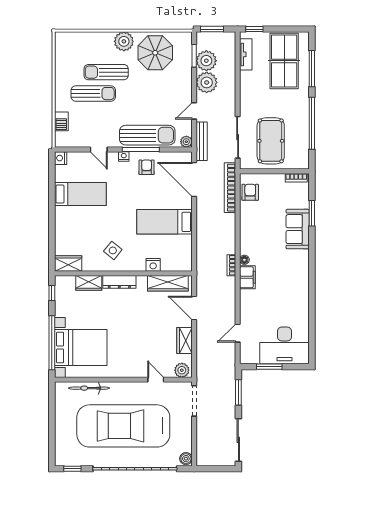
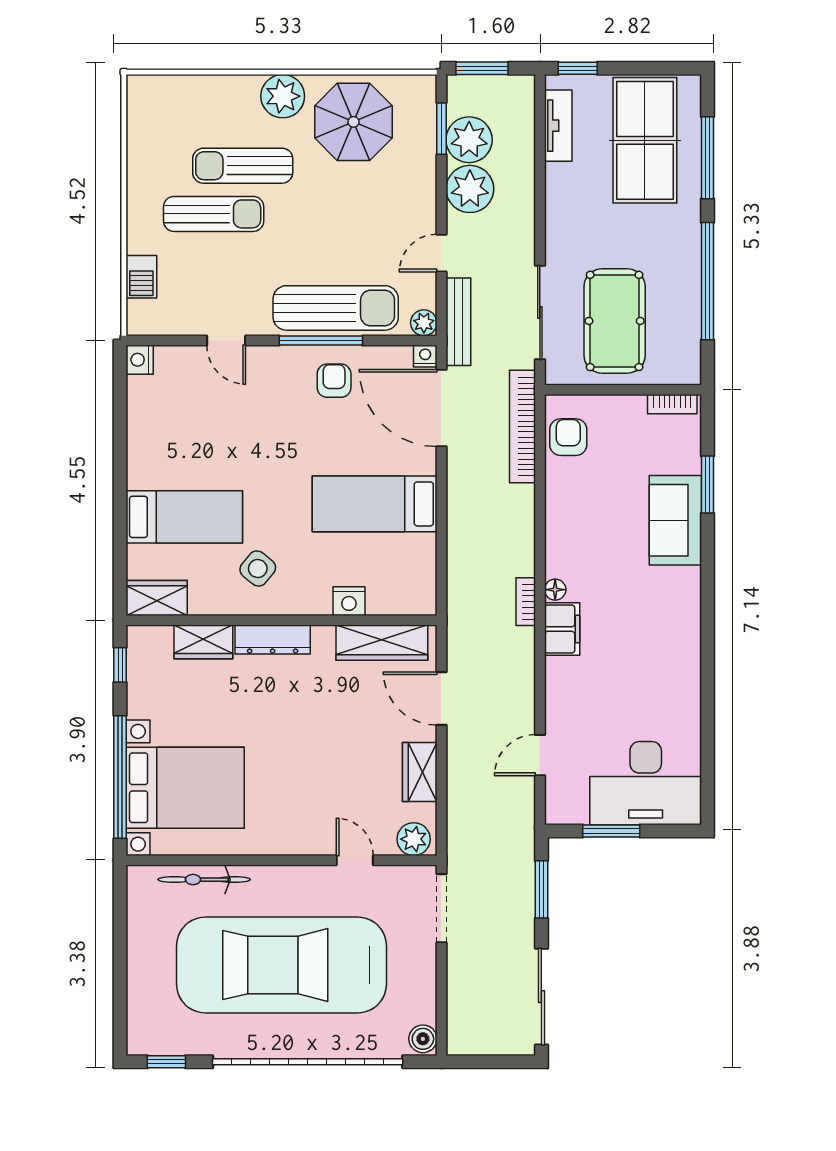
nightstand: (124, 156) -> (425, 356), moved
bed: (80, 194) -> (184, 517), moved

